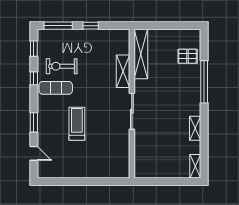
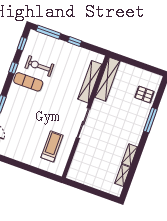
shelving: (123, 71) -> (90, 82), width x1.47
window: (204, 82) -> (150, 120), width x0.68
treadmill: (77, 124) -> (52, 146), moved
shelving: (195, 166) -> (123, 175), moved

